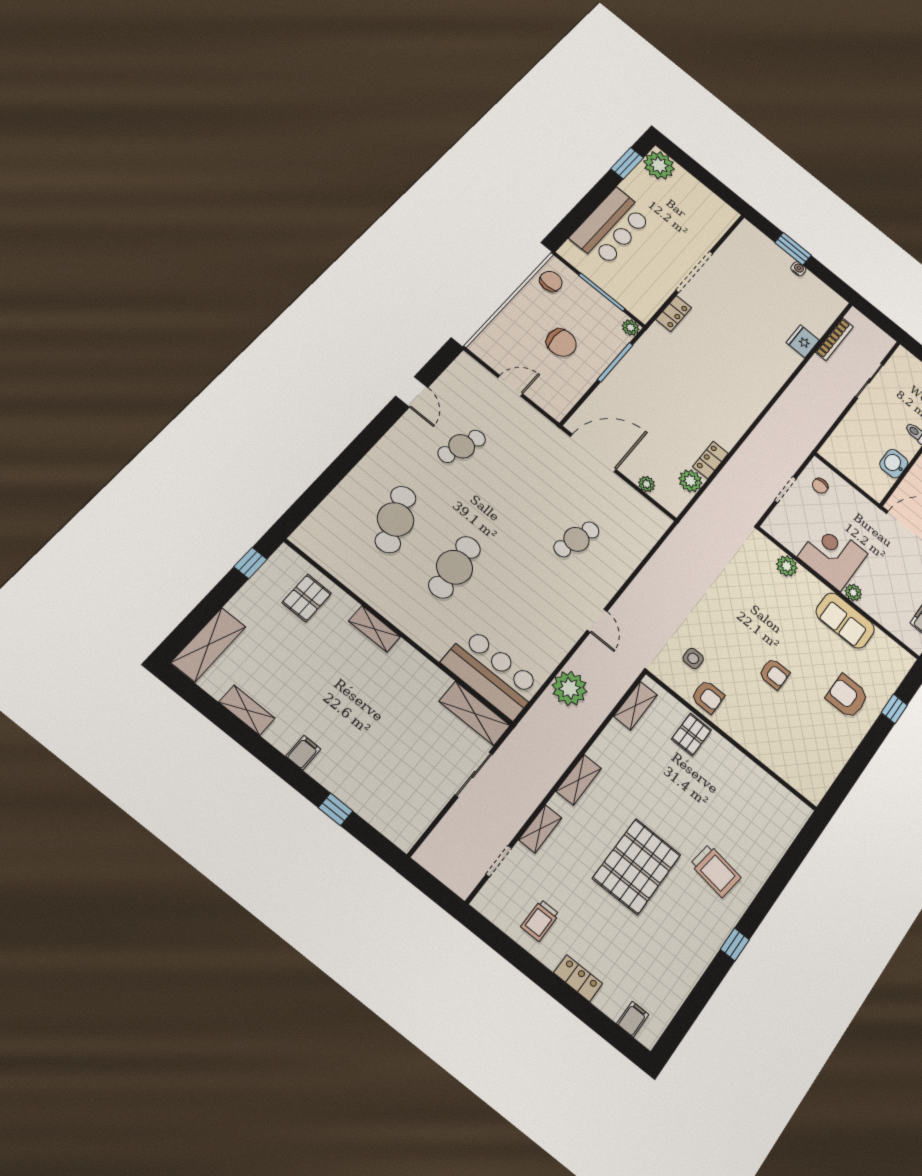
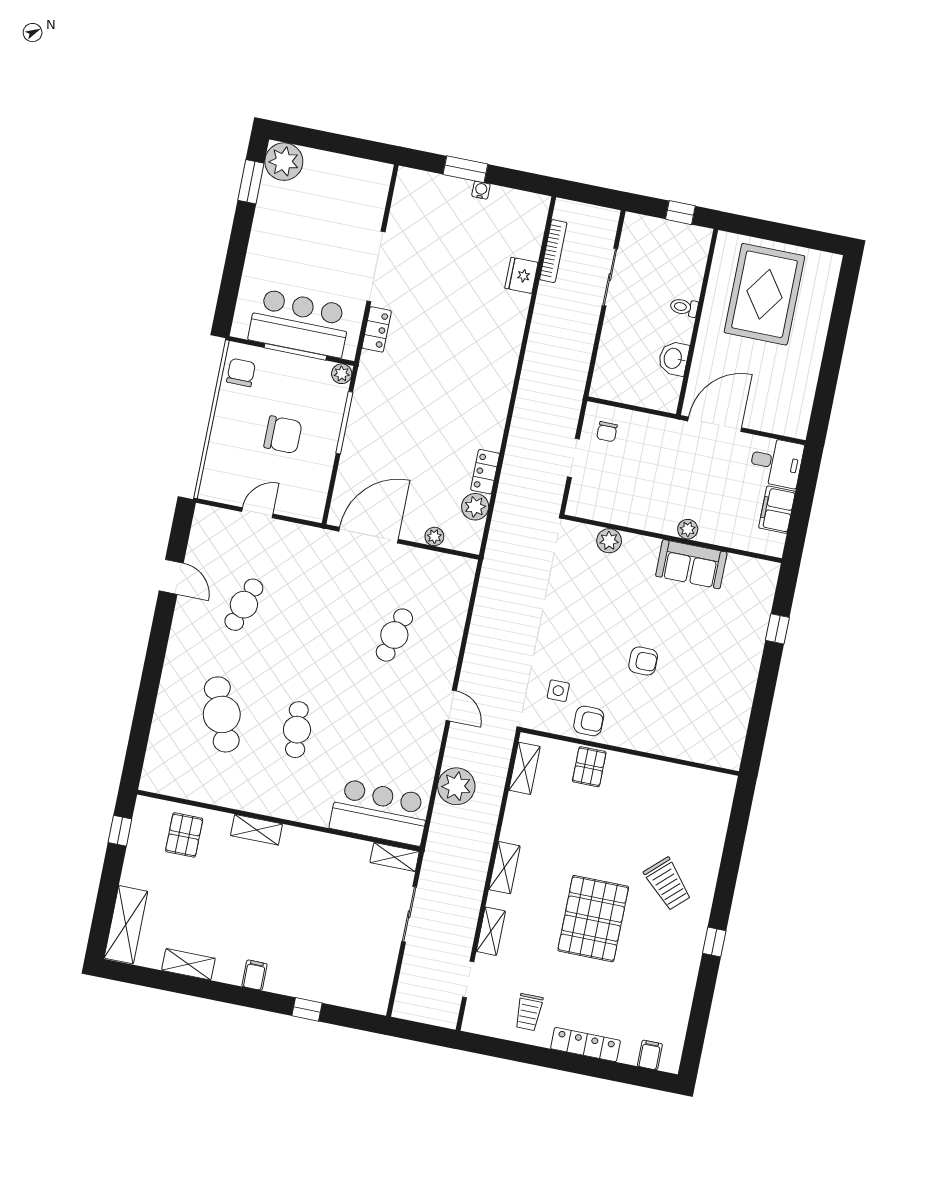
bar counter: (611, 227) -> (300, 323), moved, turned -90
corner desk: (833, 555) -> (651, 501), removed
cafe table: (455, 567) -> (297, 730), width x0.73, depth x0.74
armchair: (847, 696) -> (725, 643), removed
shelving: (475, 713) -> (395, 857), width x0.67, depth x0.75
trolley: (716, 871) -> (668, 884), turned 39
locker: (578, 978) -> (585, 1045), width x1.53

